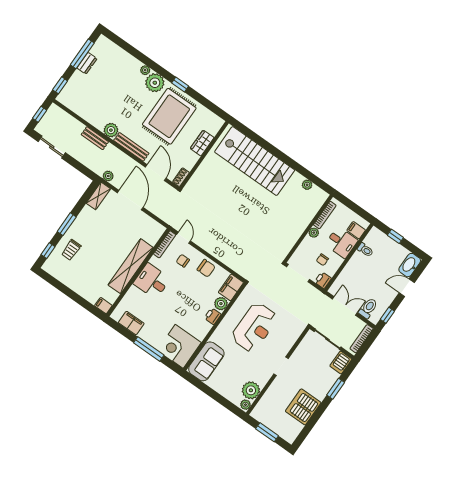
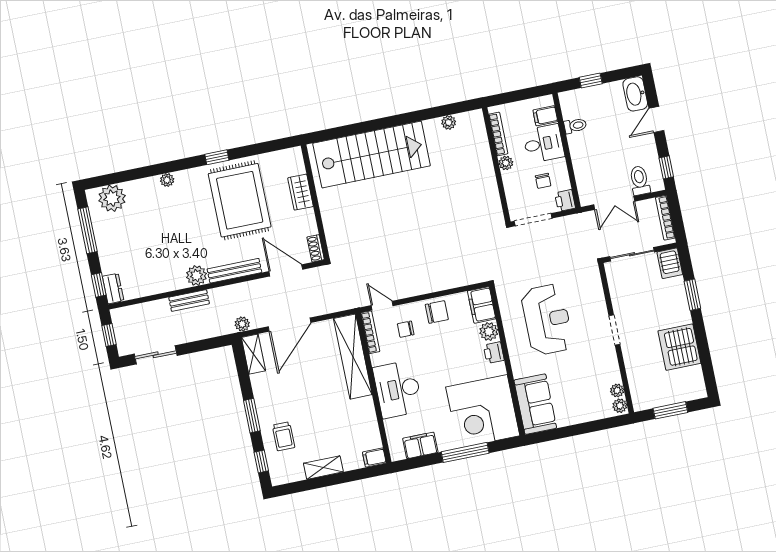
dresser: (87, 63) -> (113, 289), moved
plant: (155, 83) -> (112, 198), moved
door: (130, 200) -> (289, 325), swing flipped
shelving: (131, 266) -> (353, 357), moved
desk: (152, 281) -> (398, 389), width x1.37
shelving: (74, 285) -> (323, 468), added
double door: (345, 306) -> (614, 203), swing flipped
corner desk: (179, 346) -> (483, 411), width x1.36, depth x1.36
plant: (251, 390) -> (617, 390), width x0.53, depth x0.53

